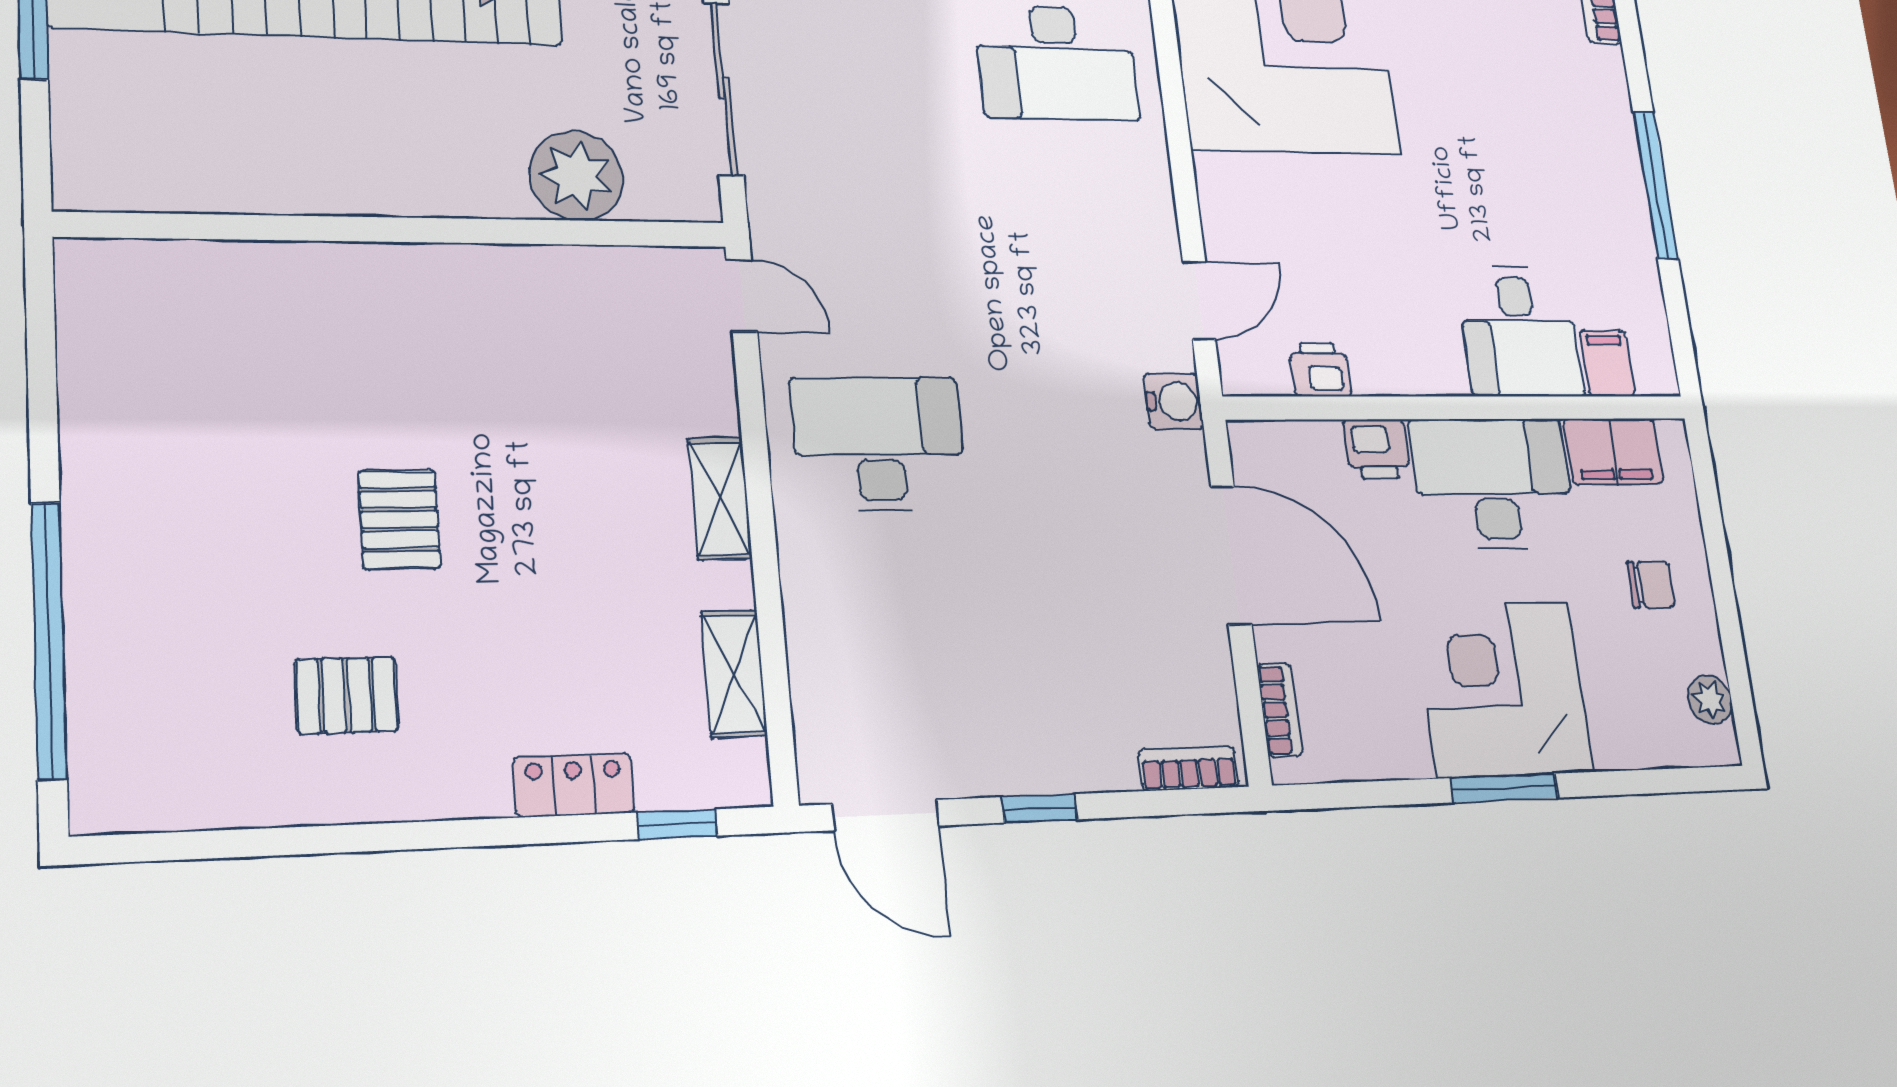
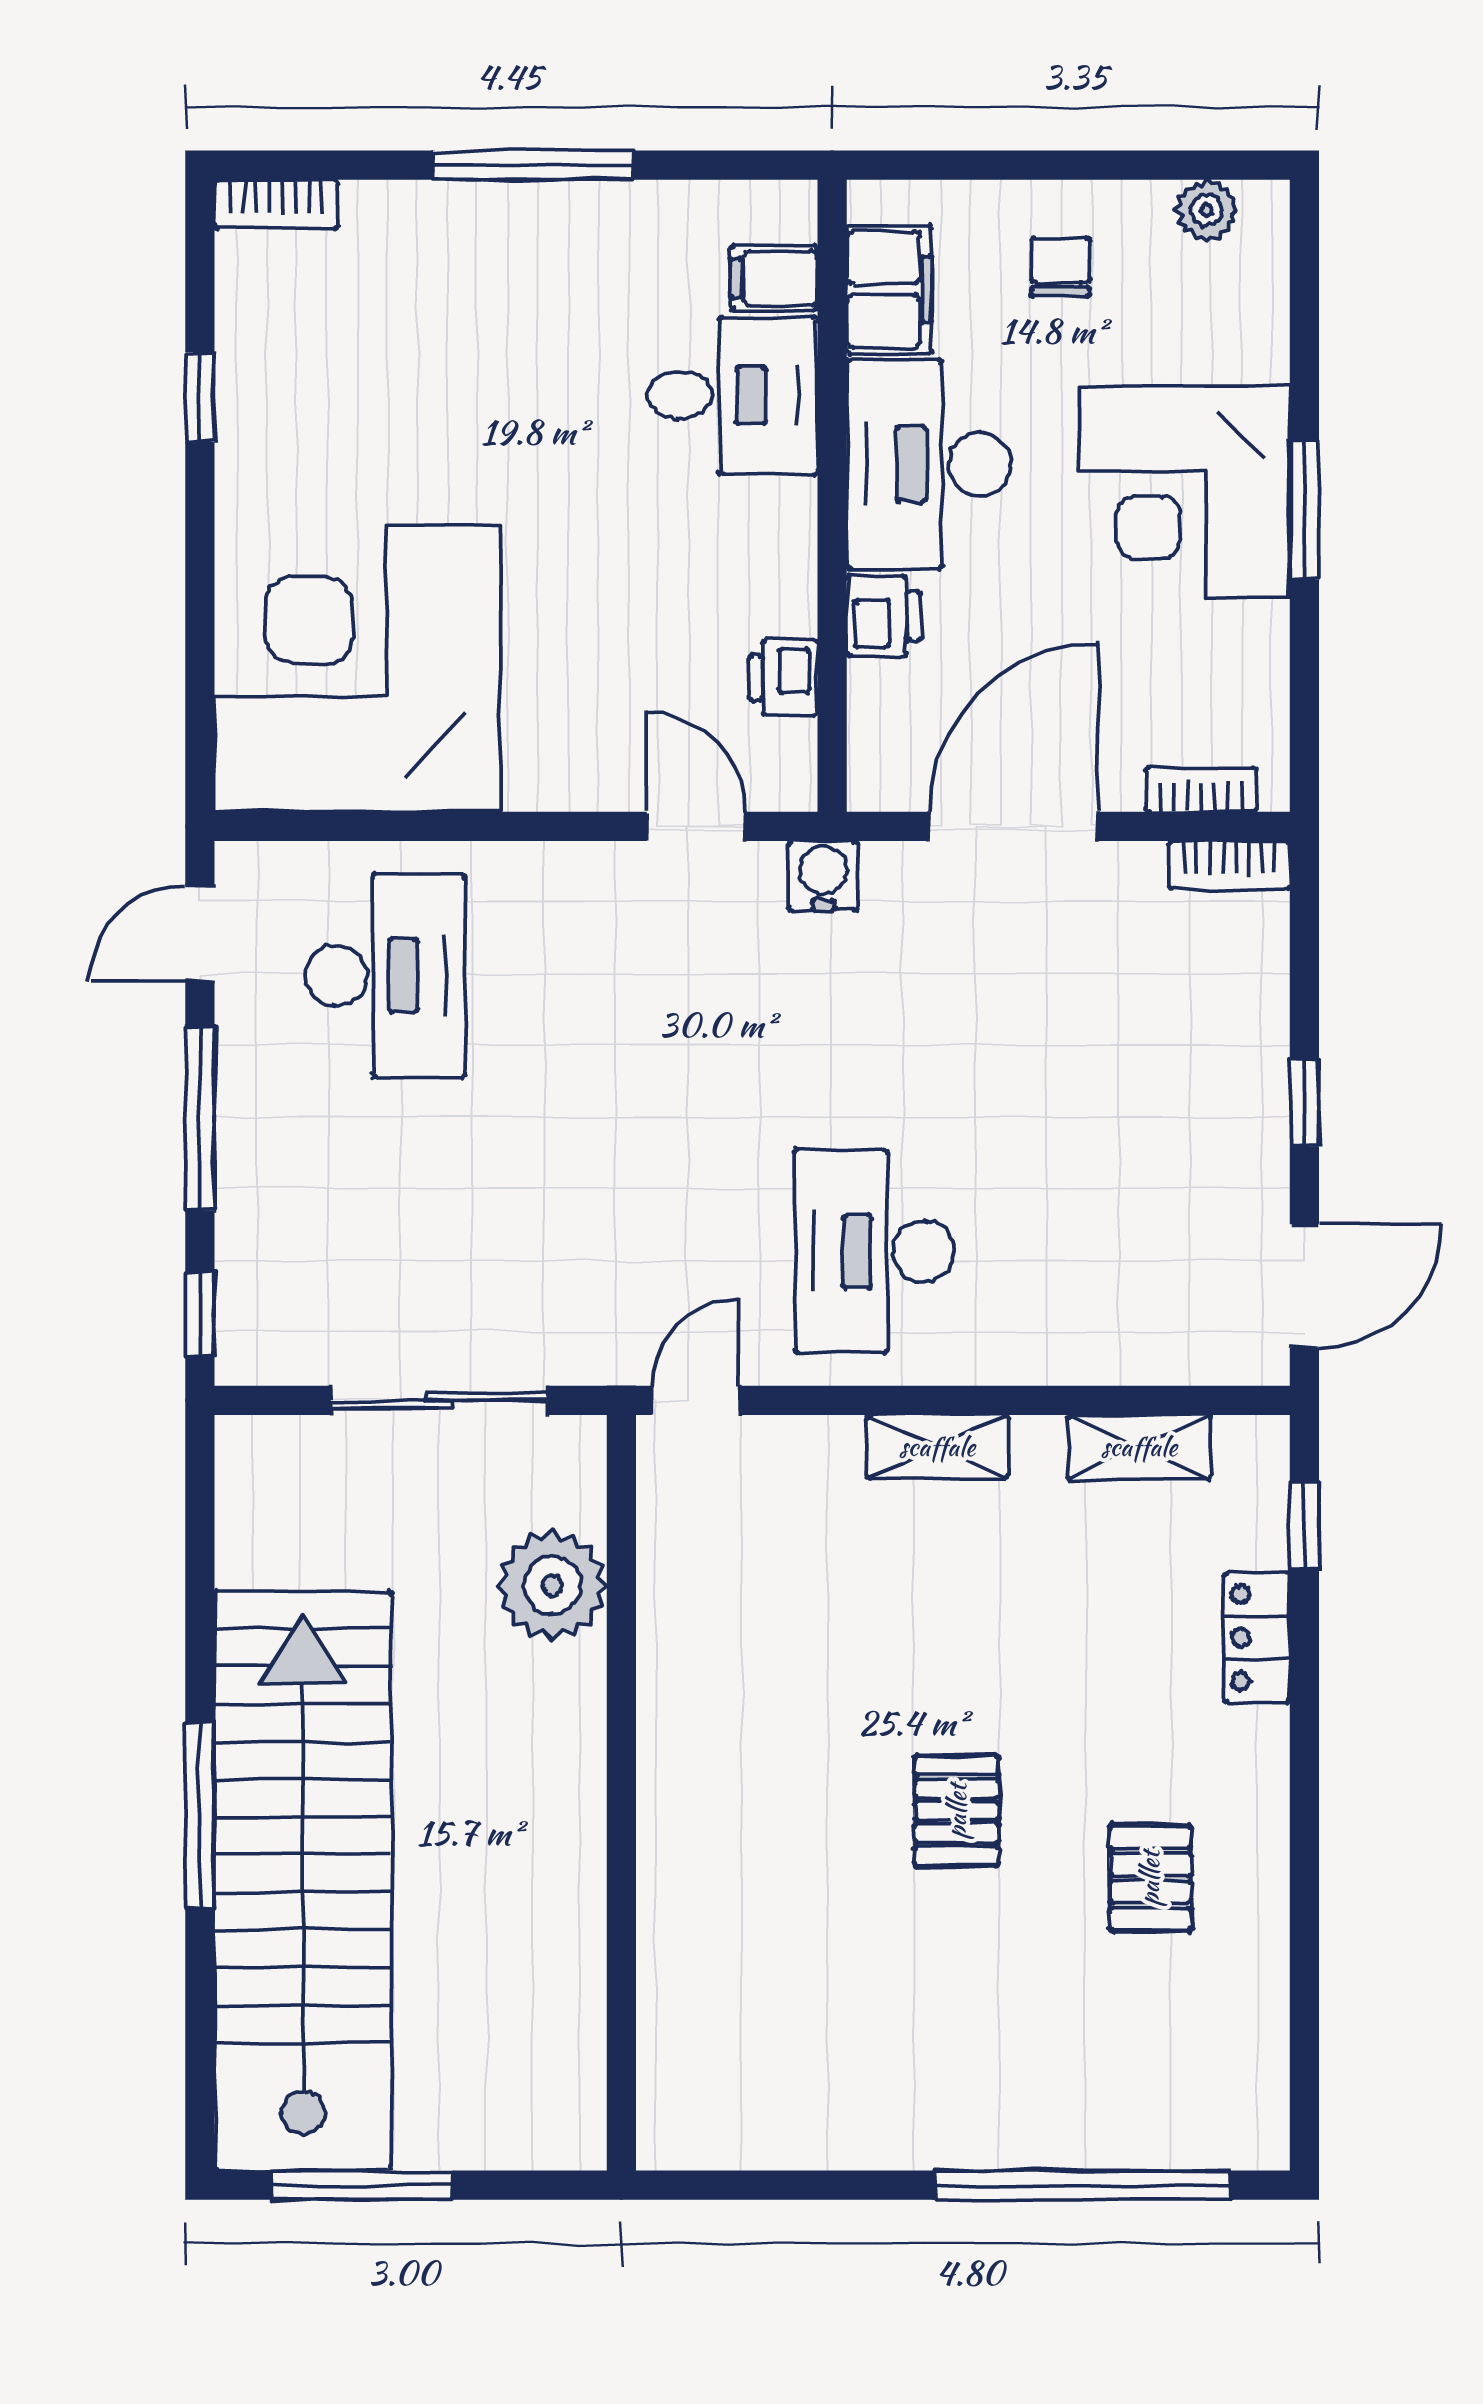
pallet: (399, 519) -> (957, 1811), turned 90
bookcase: (1189, 768) -> (1229, 865), moved, turned -90

